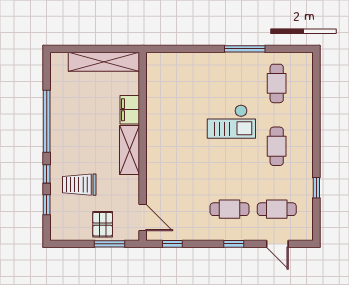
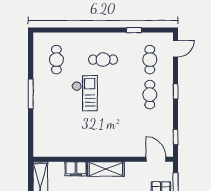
window: (245, 49) -> (31, 94), moved
cafe table: (277, 83) -> (56, 60), turned 90
door: (143, 217) -> (156, 159), hinge flipped
door: (277, 244) -> (176, 49), moved

